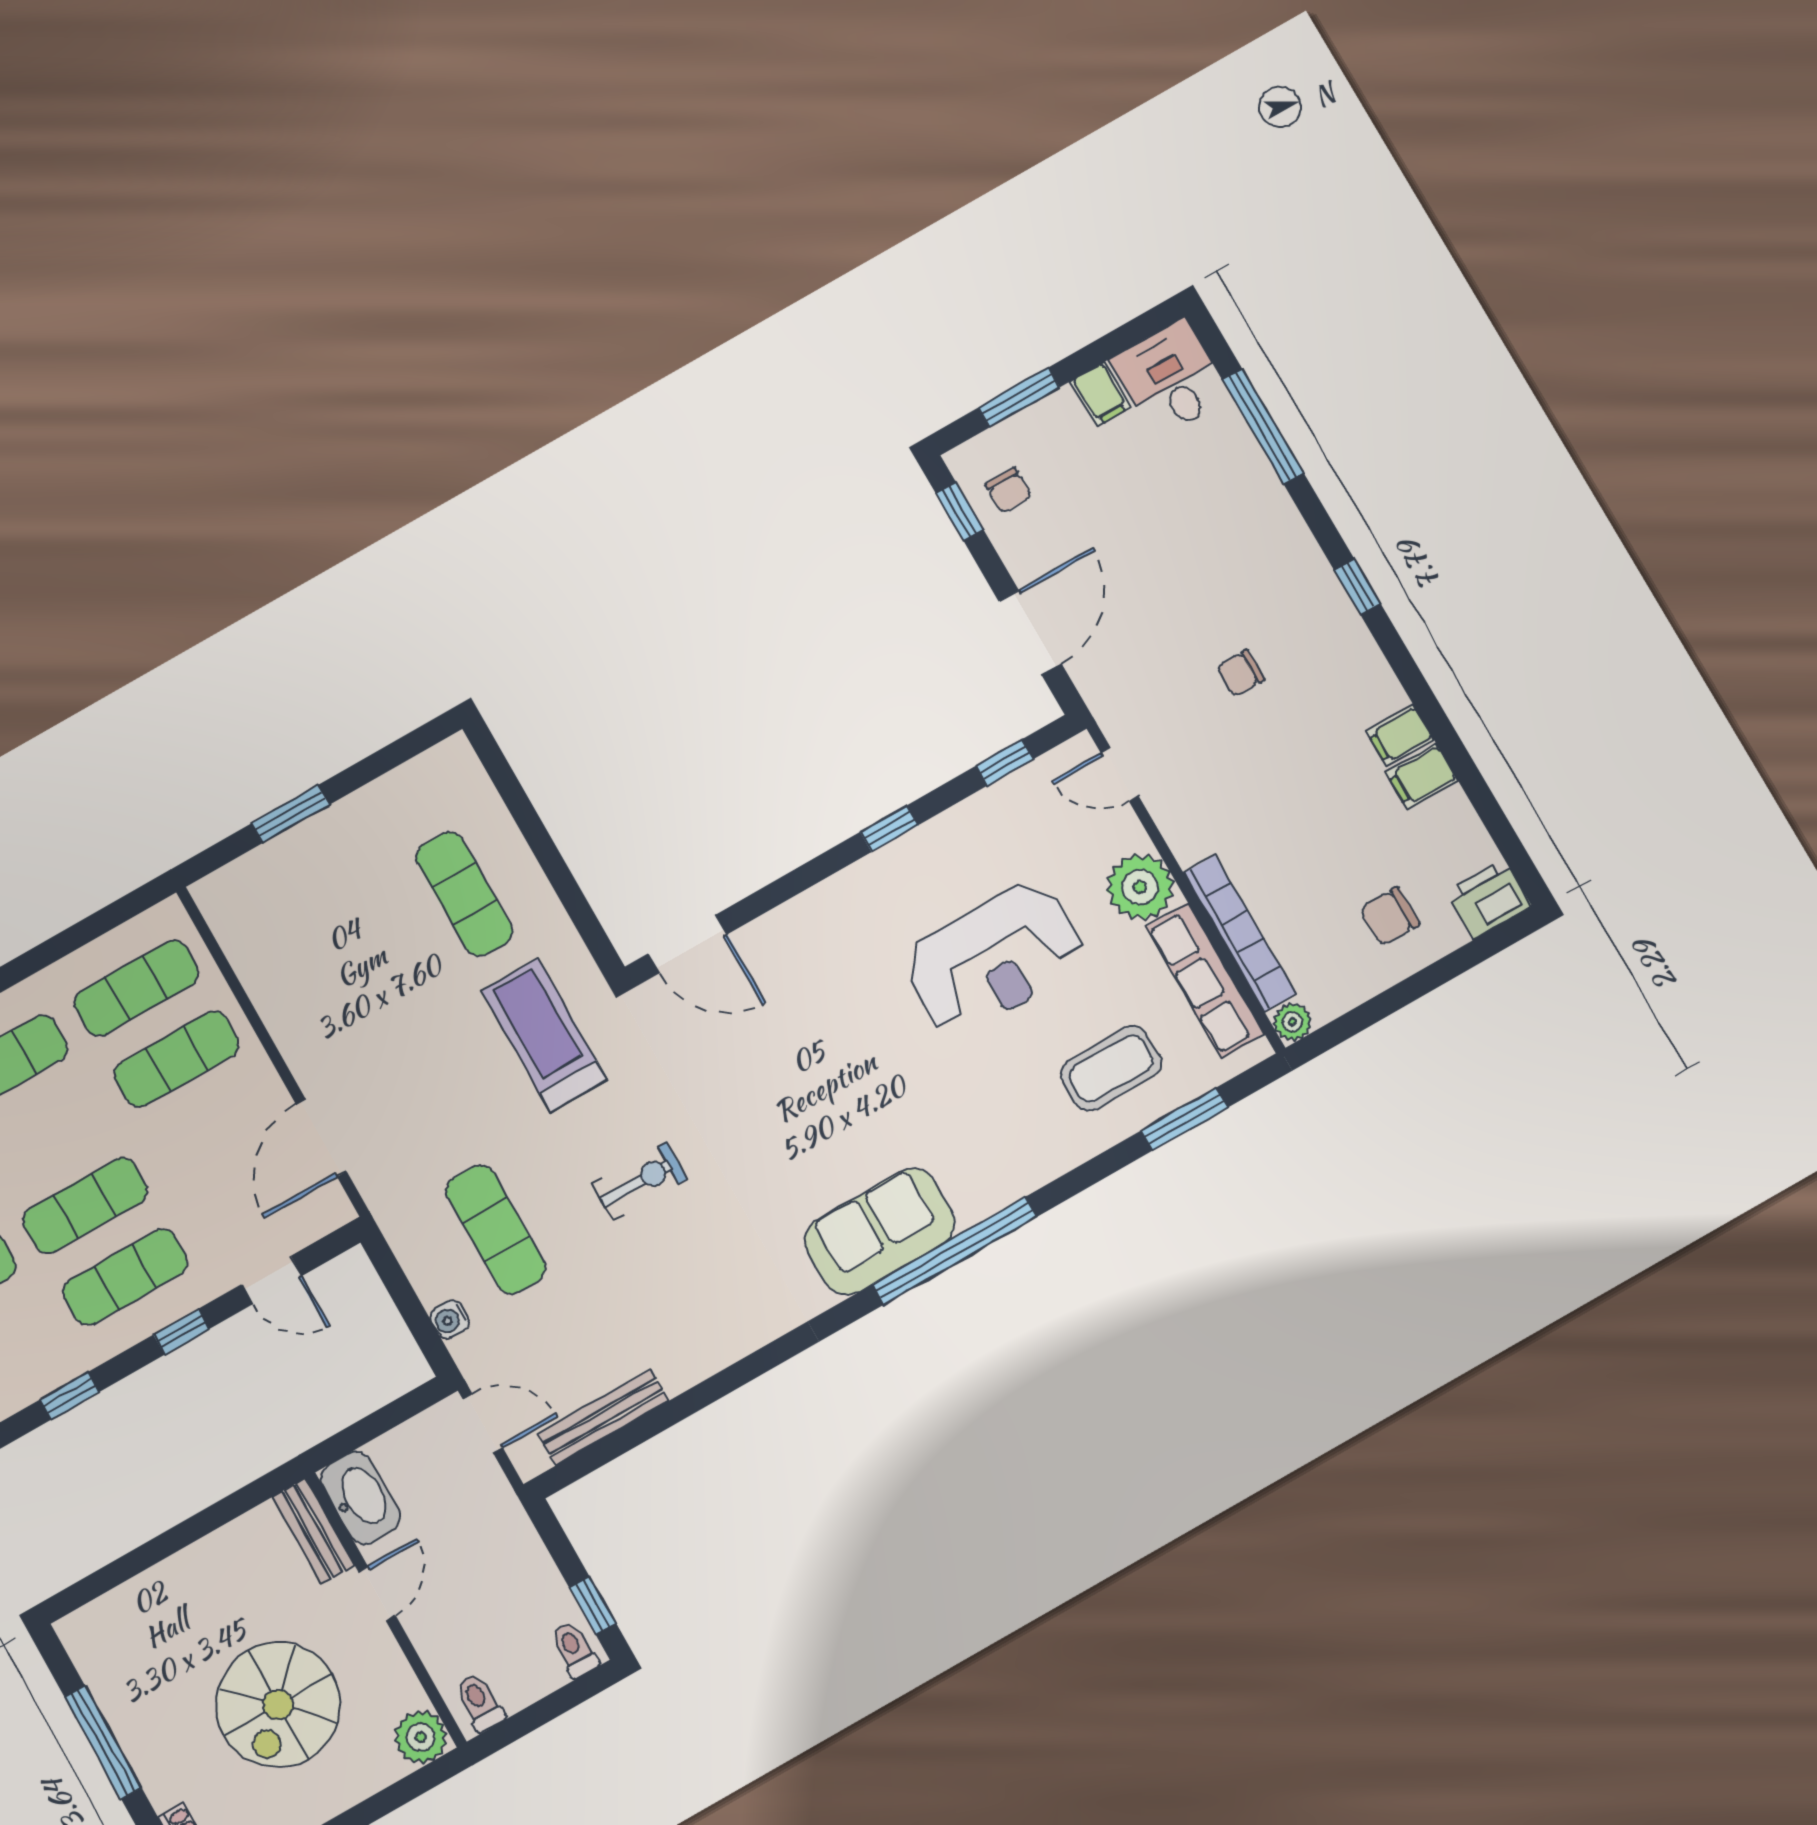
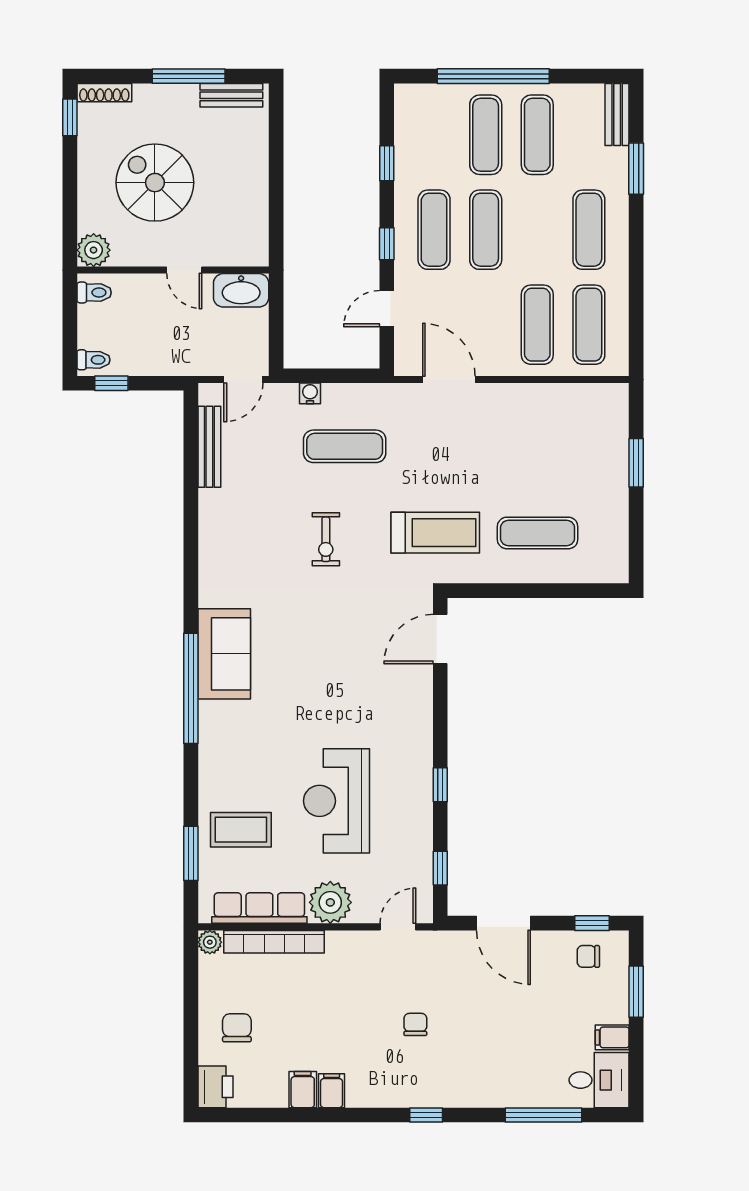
coffee table: (1111, 1068) -> (241, 830), turned 90
bench: (313, 1531) -> (231, 95), moved

